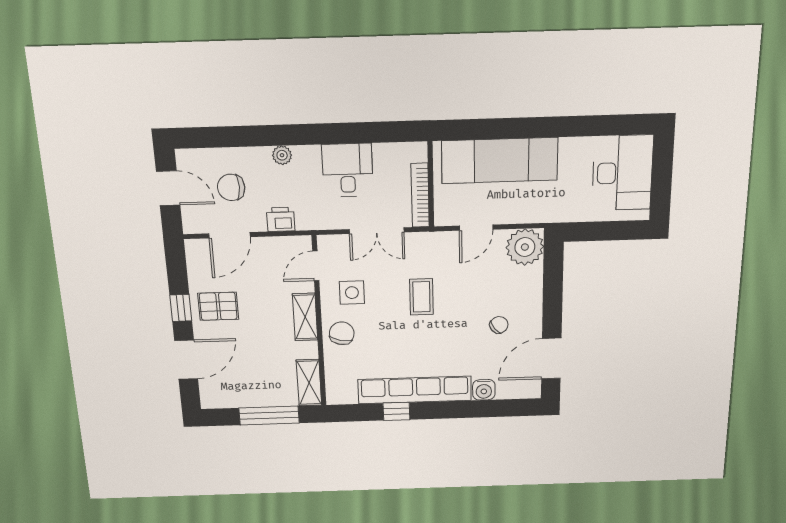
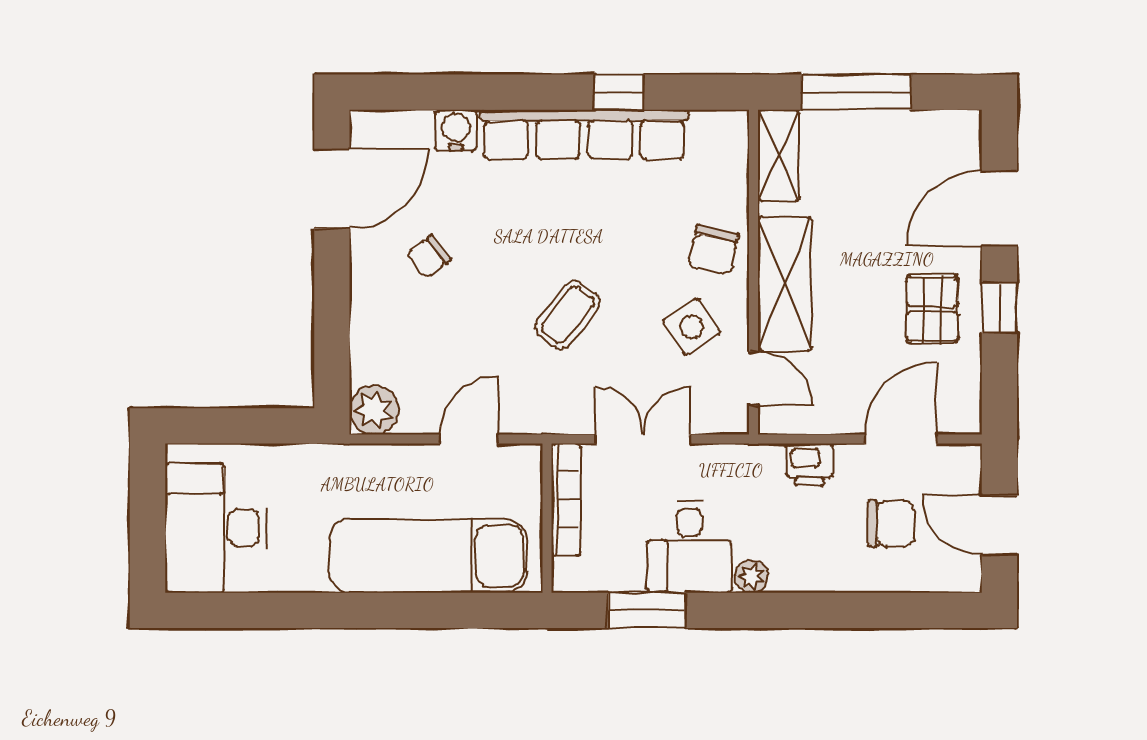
window: (371, 132) -> (647, 610), added
plant: (282, 155) -> (752, 576), moved
plant: (525, 247) -> (374, 410), width x0.73, depth x0.73
door: (316, 266) -> (753, 379), hinge flipped
side table: (352, 293) -> (692, 327), turned -34
coffee table: (422, 297) -> (567, 315), turned 38
pallet: (218, 306) -> (932, 309), turned 90
shelving: (305, 317) -> (785, 284), width x1.50, depth x1.33

